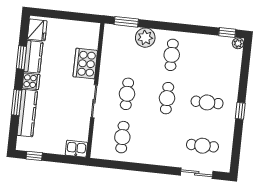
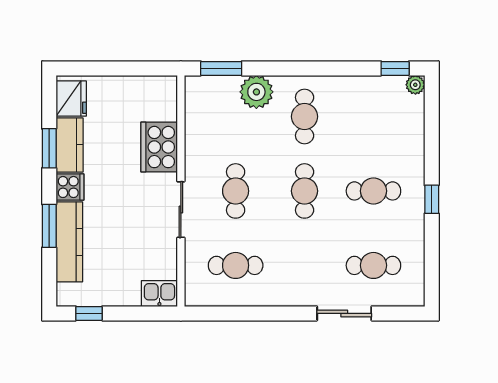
cafe table: (122, 137) -> (236, 265), turned 90
sliding door: (197, 173) -> (344, 313), moved

